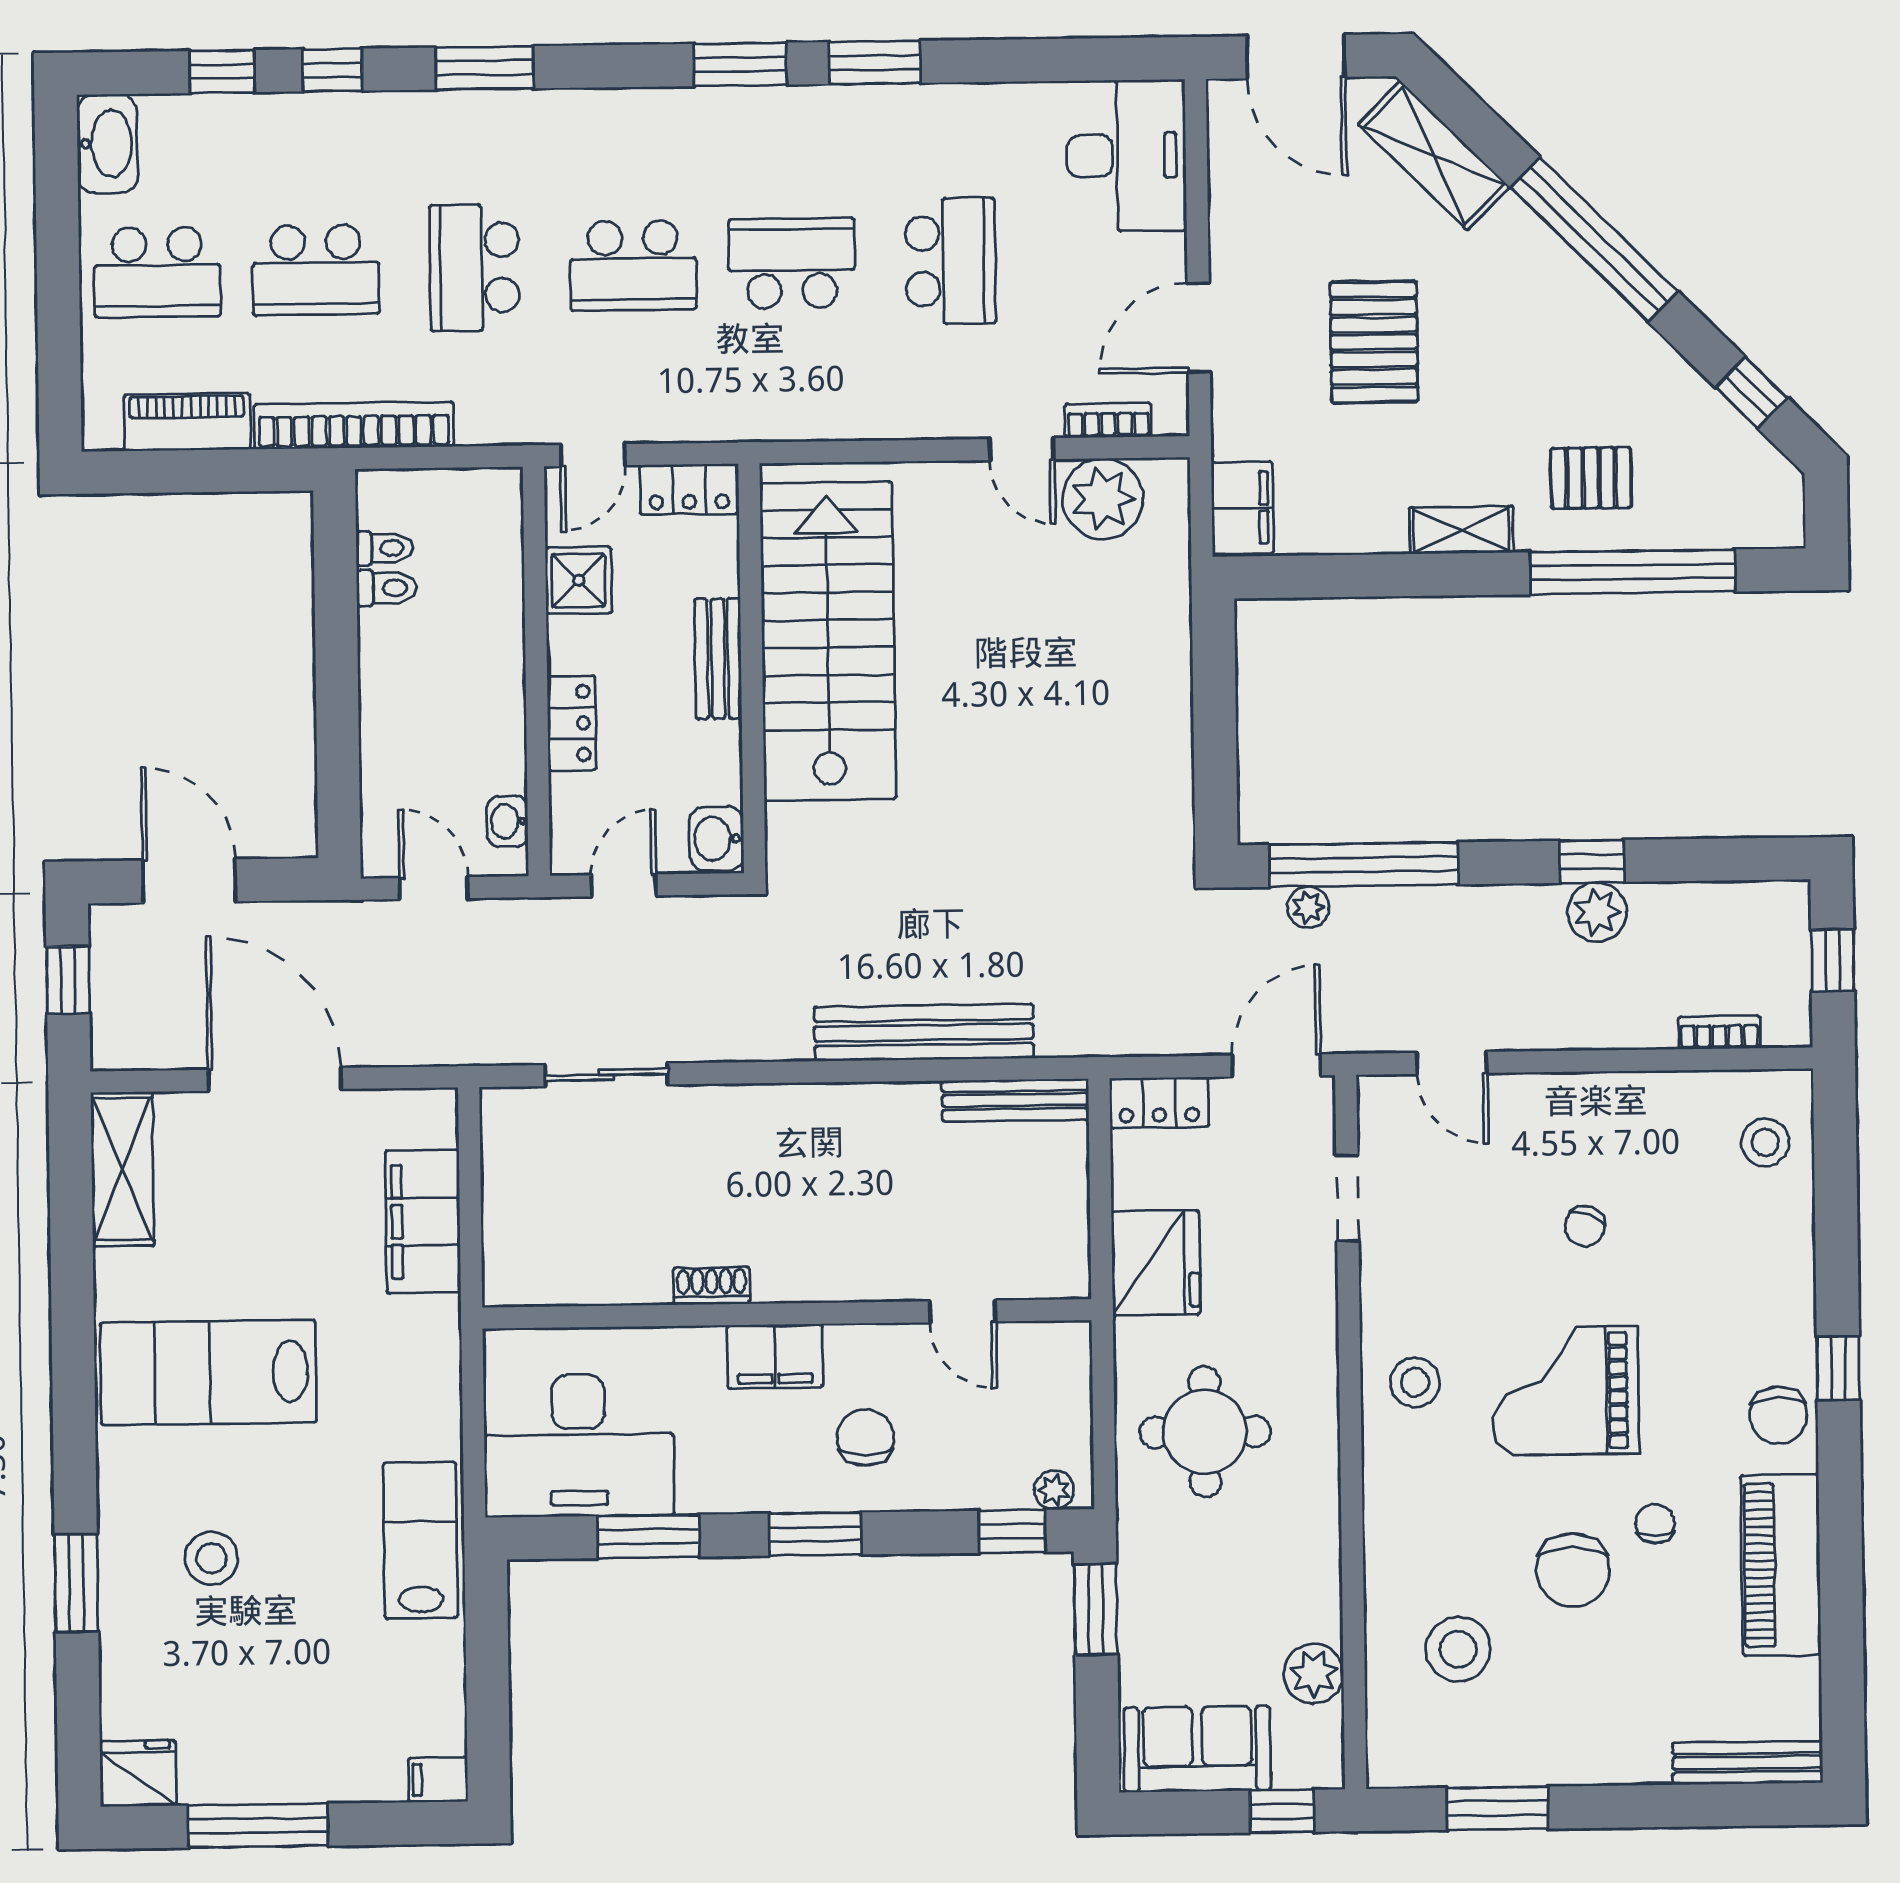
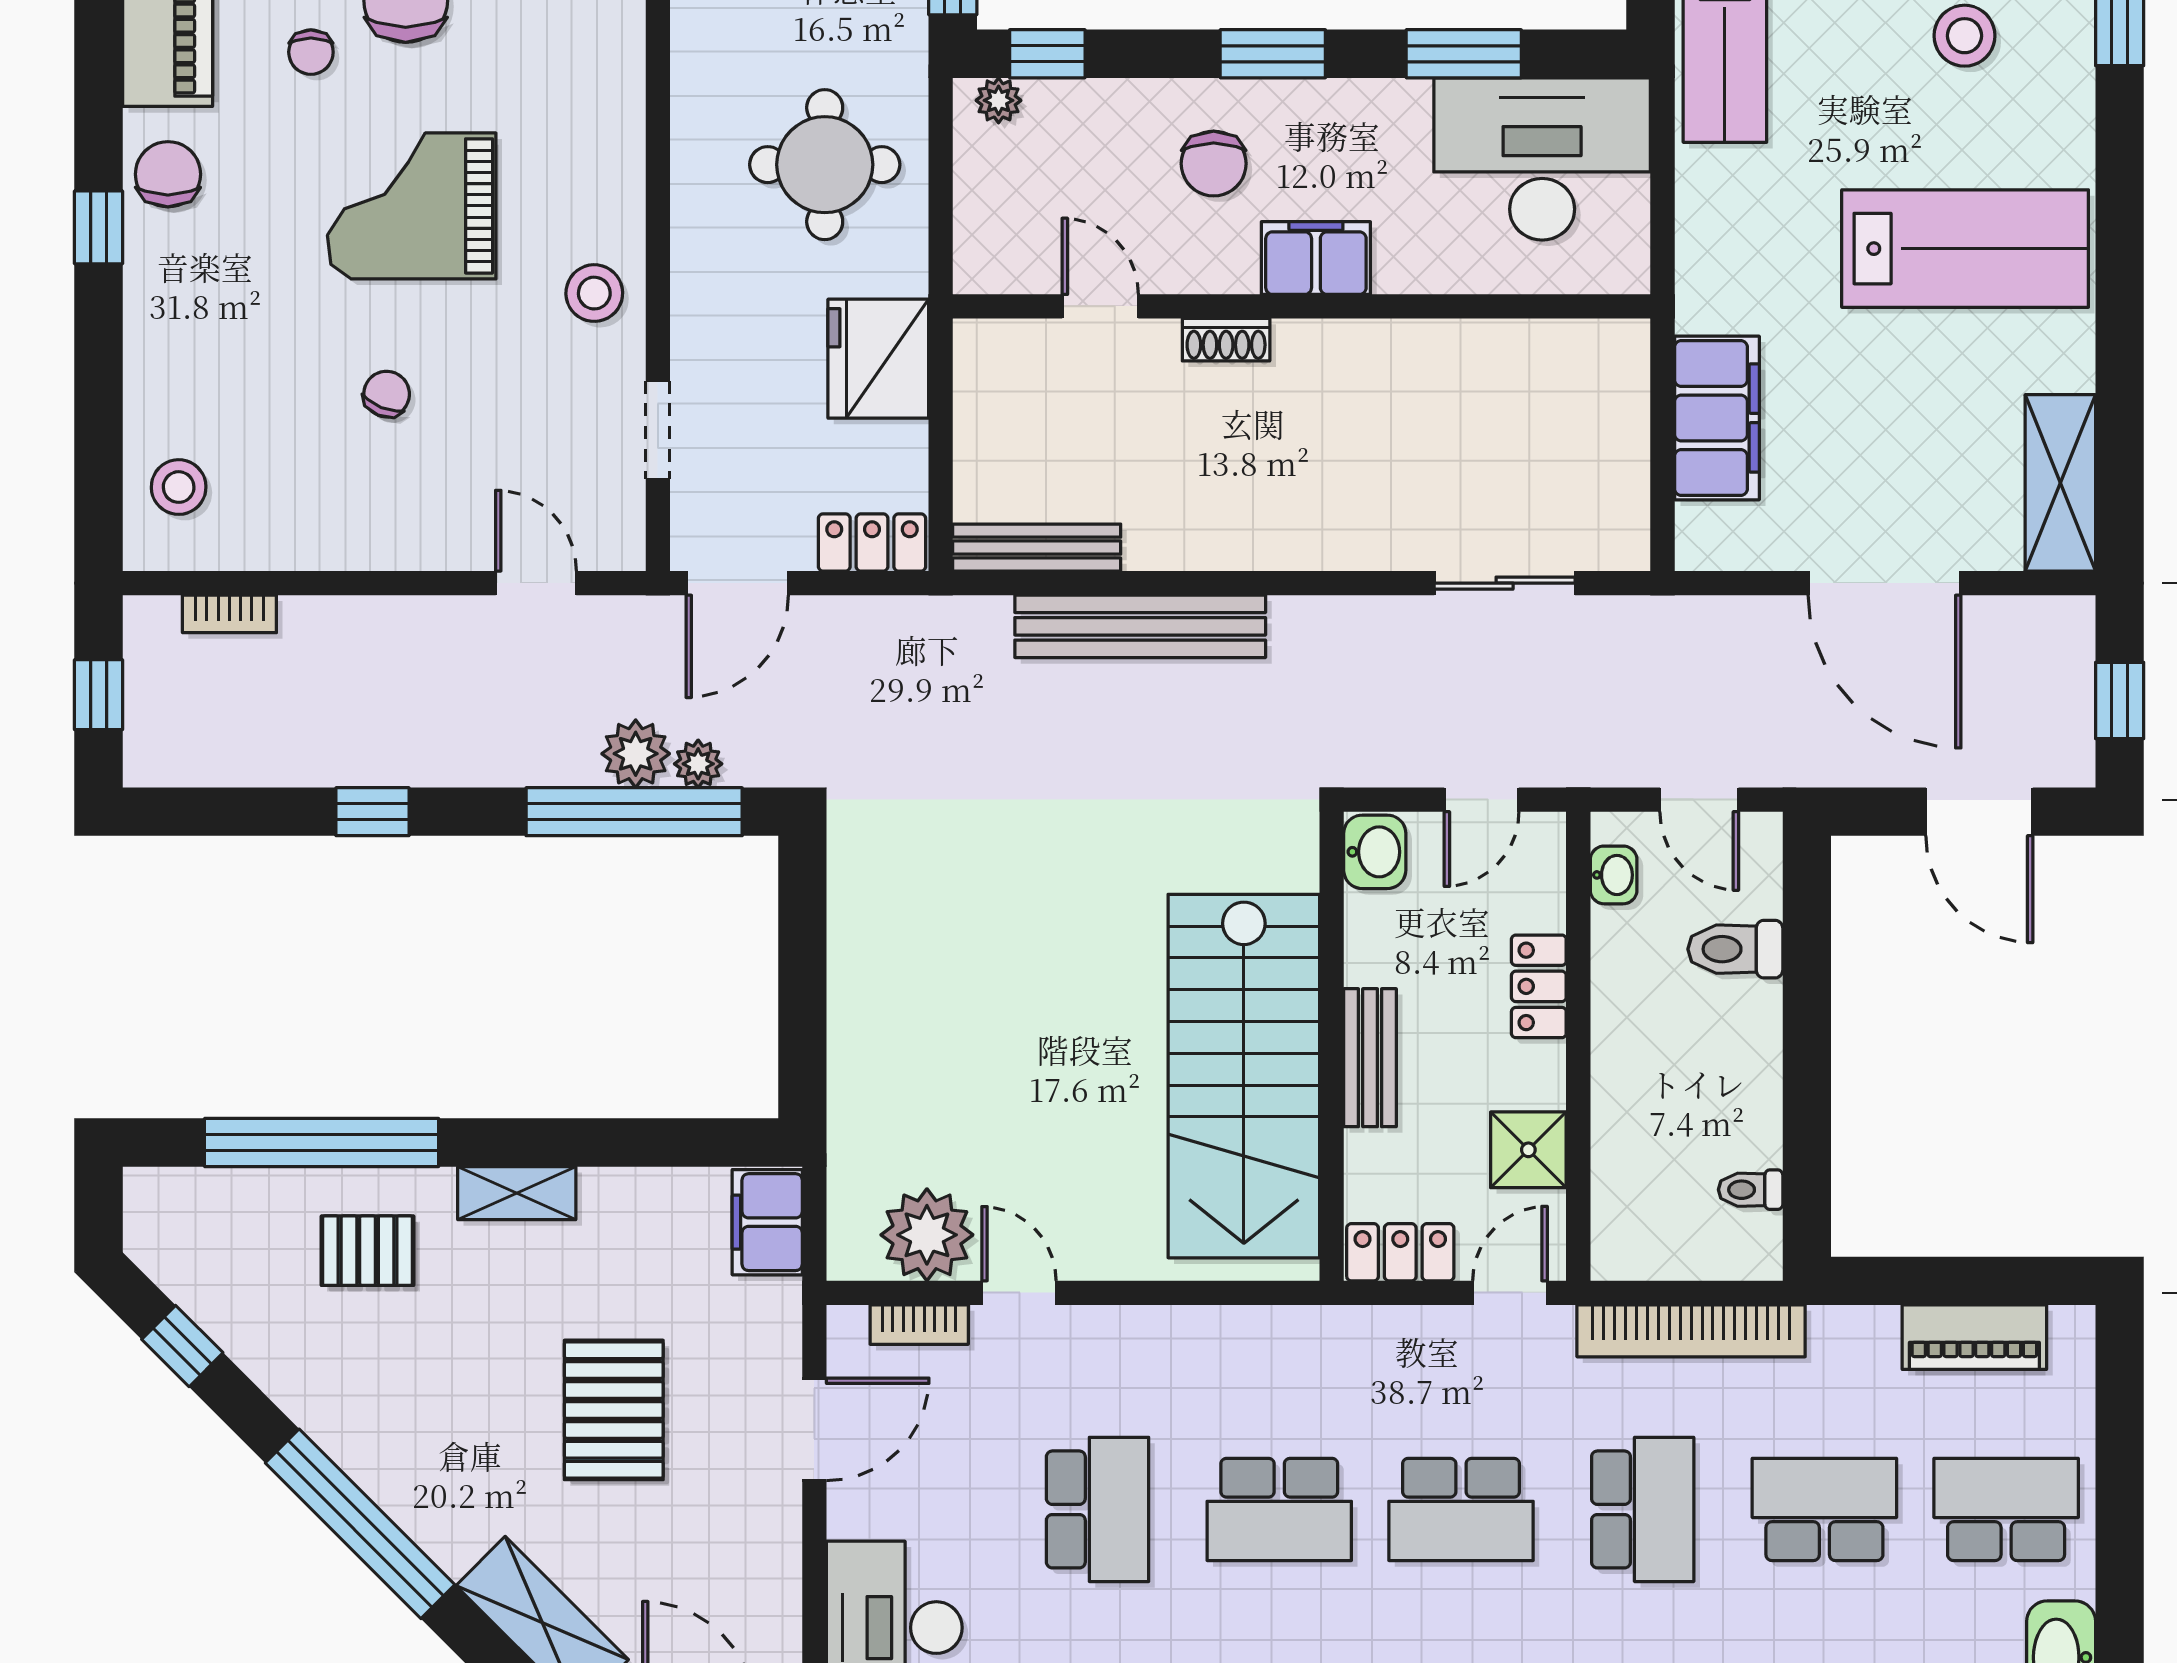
school desk: (950, 261) -> (1098, 1509), turned 180
school desk: (633, 265) -> (1461, 1509), turned 180
bookcase: (354, 425) -> (1691, 1331), moved
toilet: (387, 588) -> (1735, 949), moved, width x1.37, depth x1.39
plant: (1597, 912) -> (636, 754), moved
shoe rack: (712, 1286) -> (1226, 340), moved
stool: (1415, 1382) -> (594, 293), moved
grand piano: (1565, 1391) -> (412, 206), turned 180

